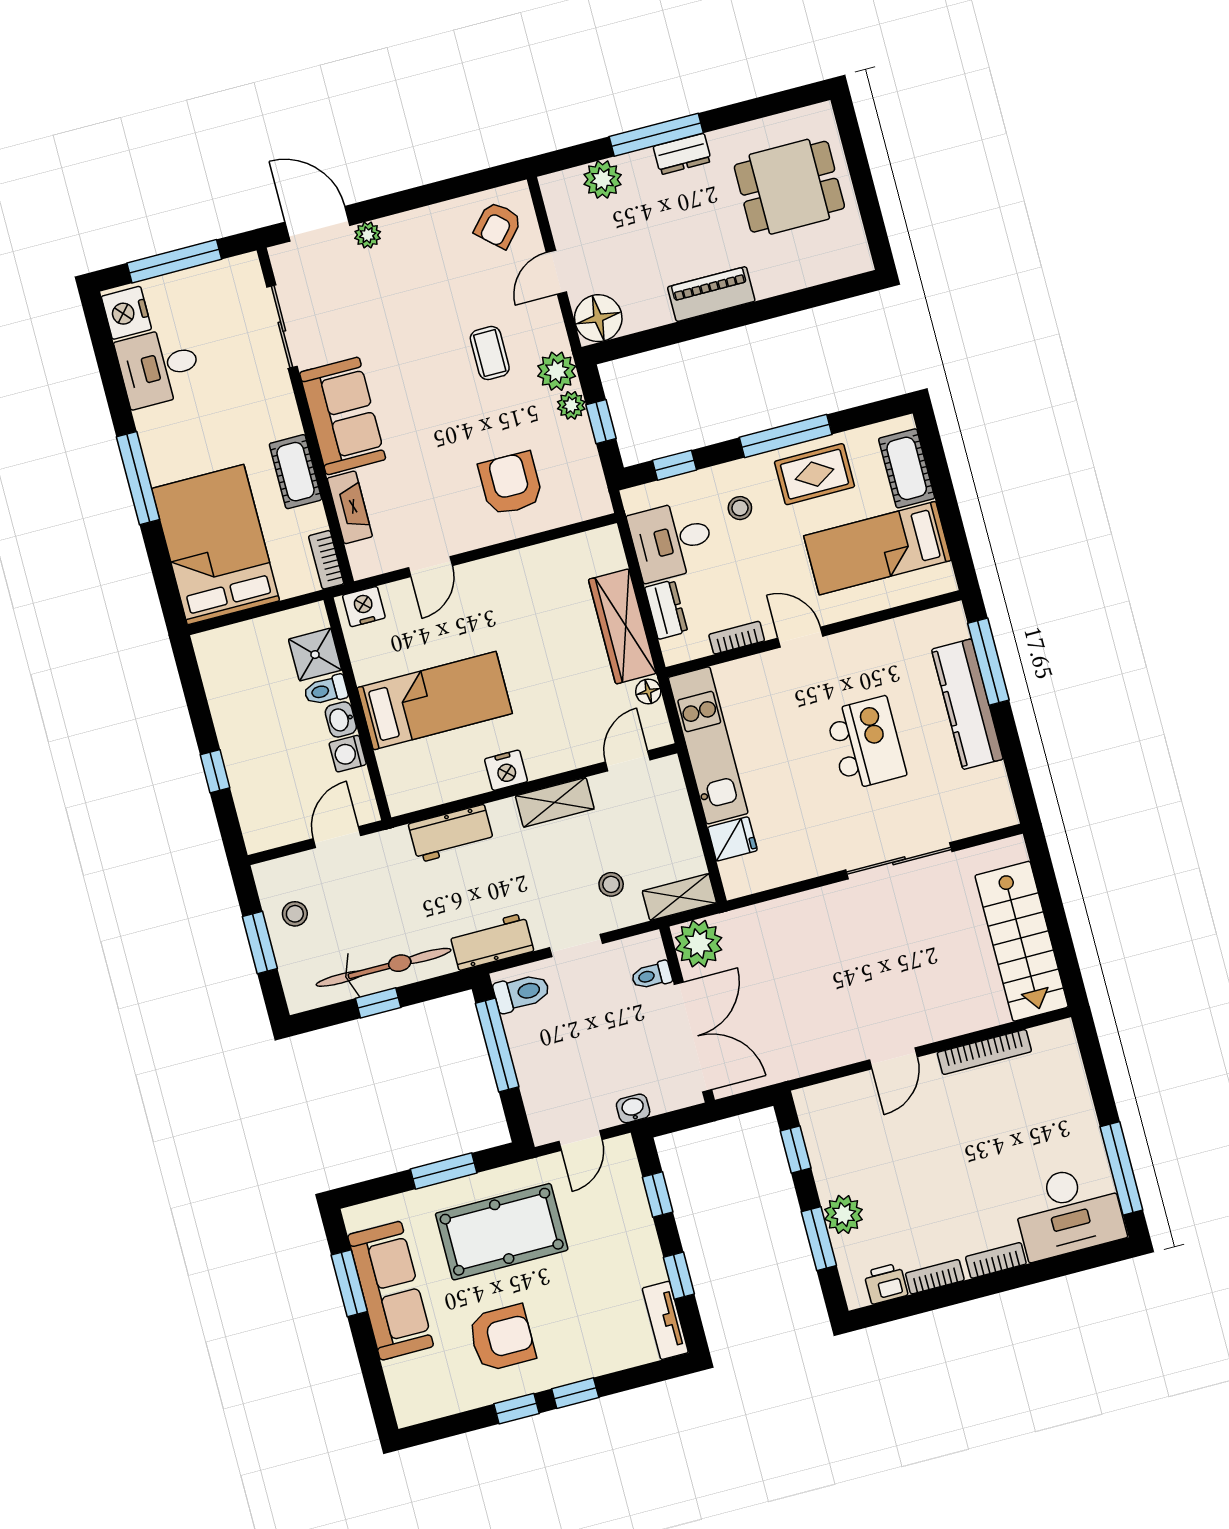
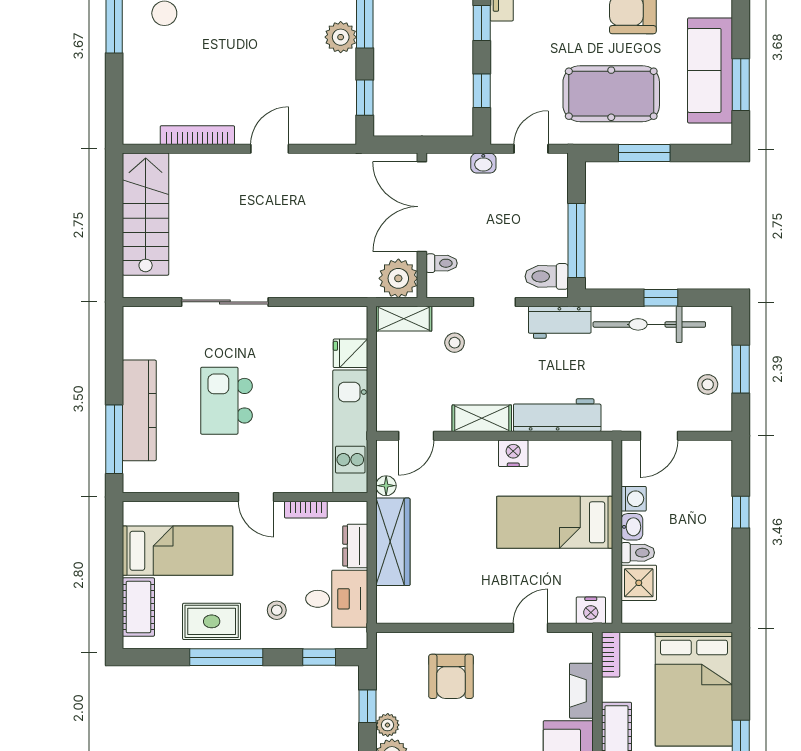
workbench: (451, 834) -> (557, 415), width x1.38

